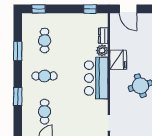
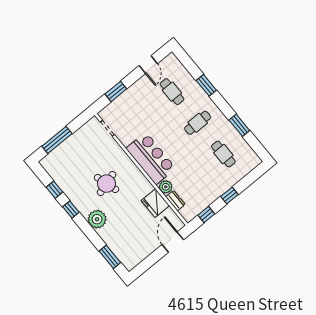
window: (39, 9) -> (229, 196), moved
door: (128, 9) -> (173, 242), hinge flipped
fridge: (118, 60) -> (155, 203), moved

